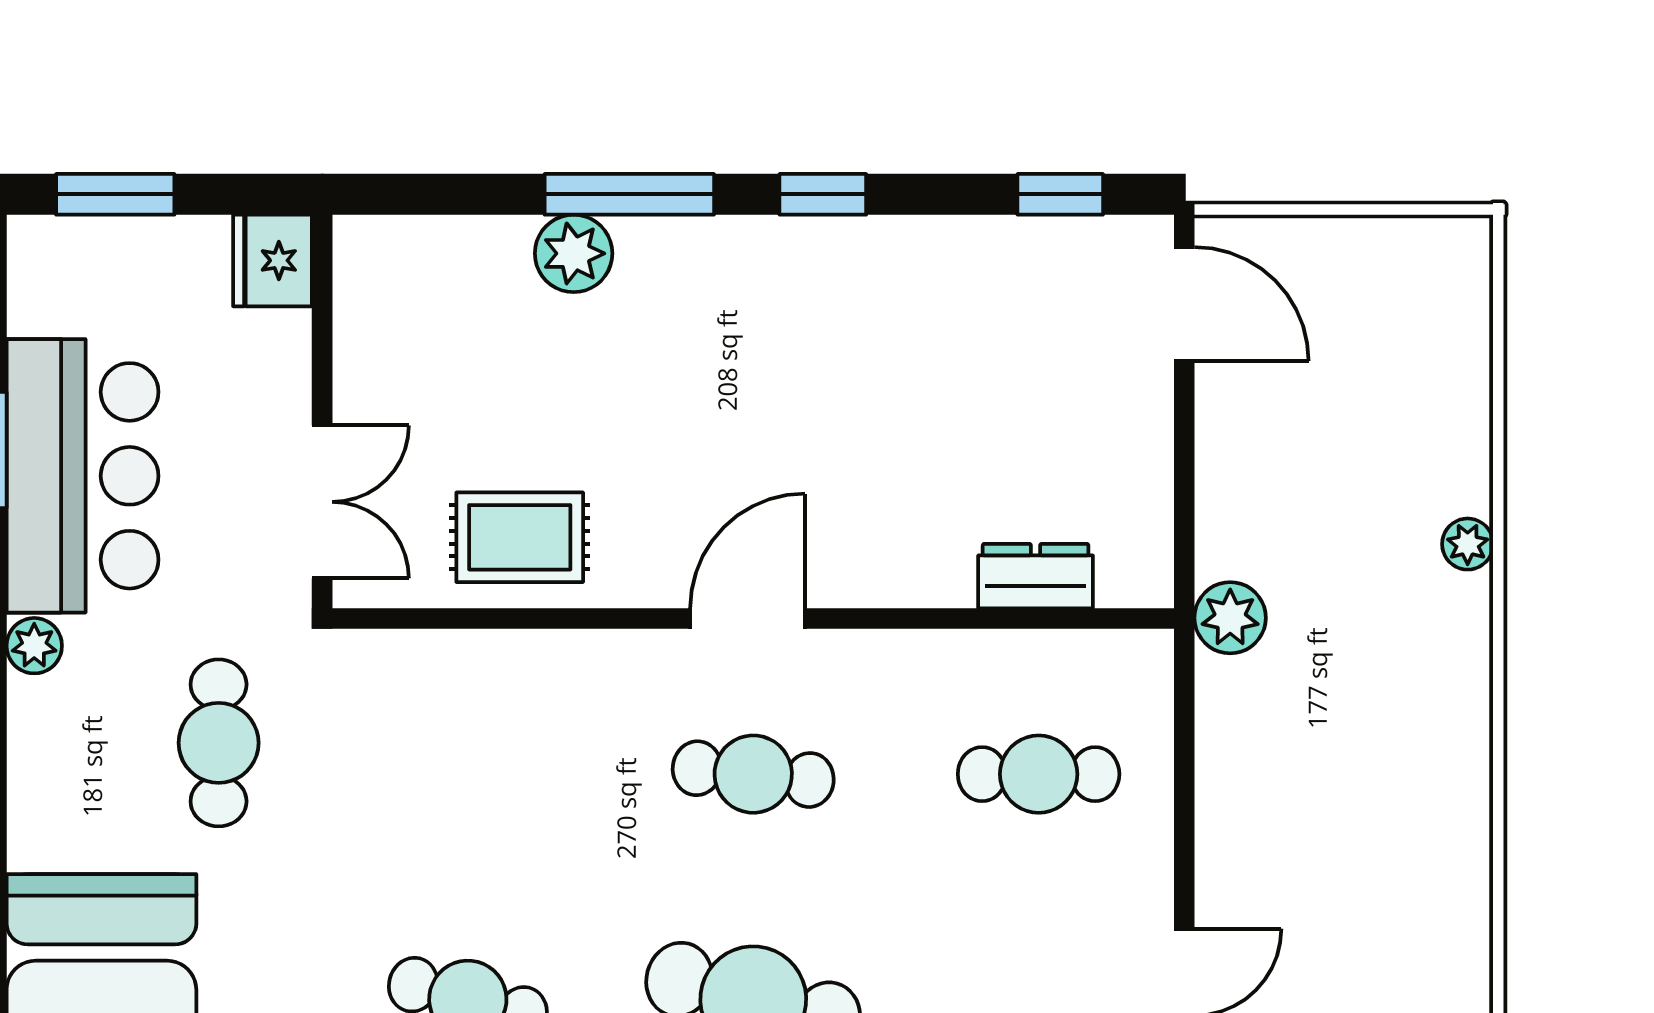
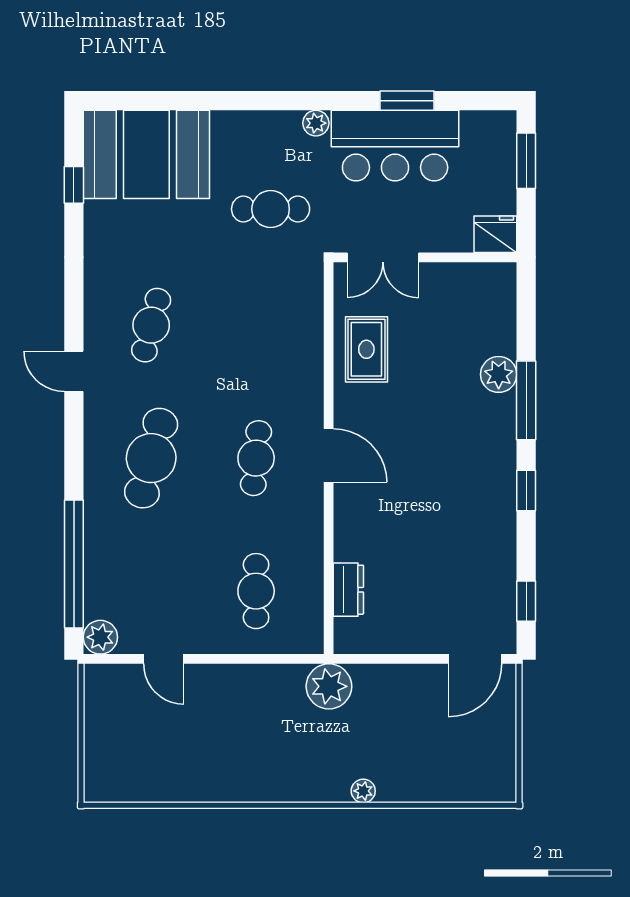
plant: (1230, 618) -> (329, 686), width x1.36, depth x1.36

